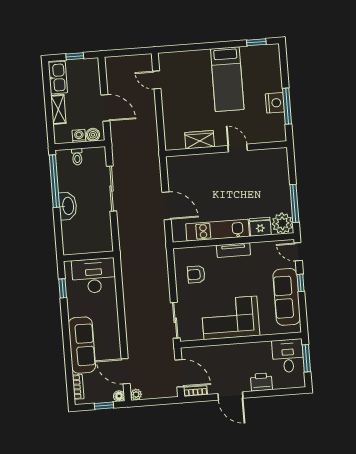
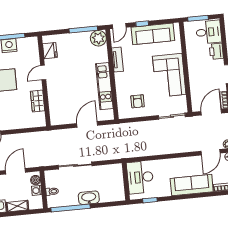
fridge: (260, 227) -> (50, 51), moved, turned 180
tv unit: (233, 250) -> (117, 60), moved
desk: (288, 356) -> (209, 32), moved, turned 180

